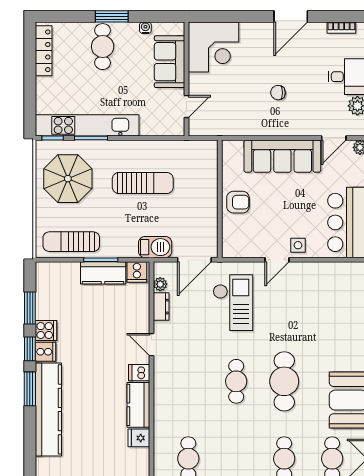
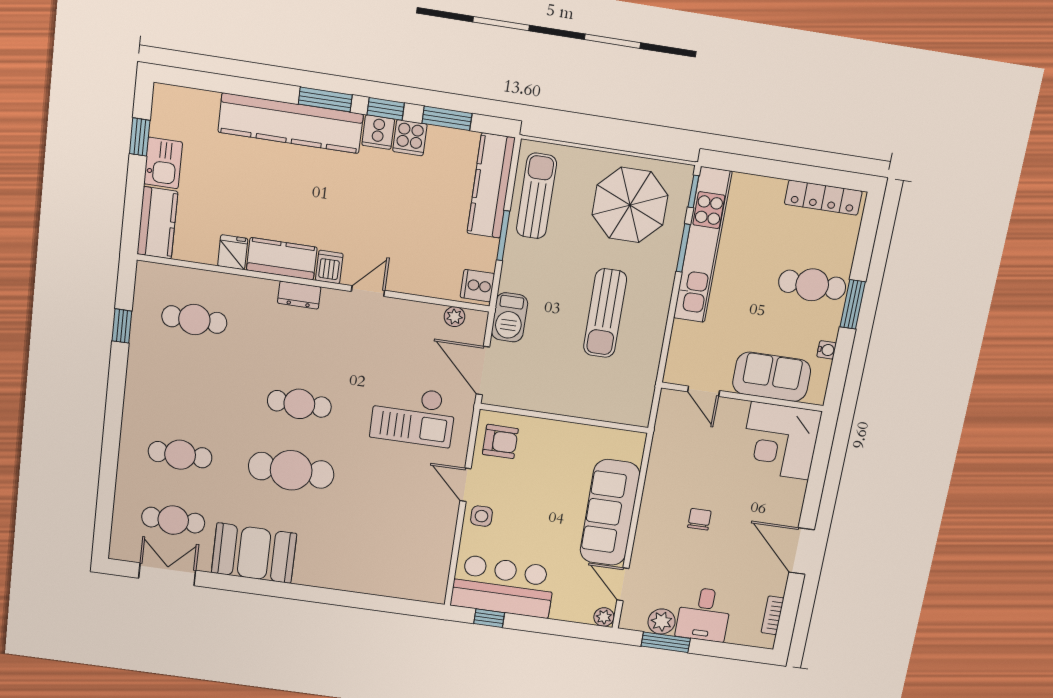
armchair: (238, 202) -> (500, 442), moved, turned -90
kitchen counter: (103, 273) -> (491, 186), moved, width x1.50
dresser: (161, 307) -> (299, 295), moved

